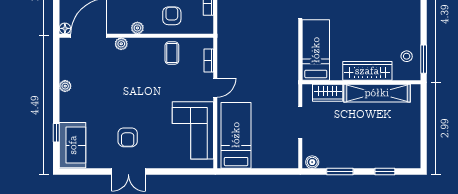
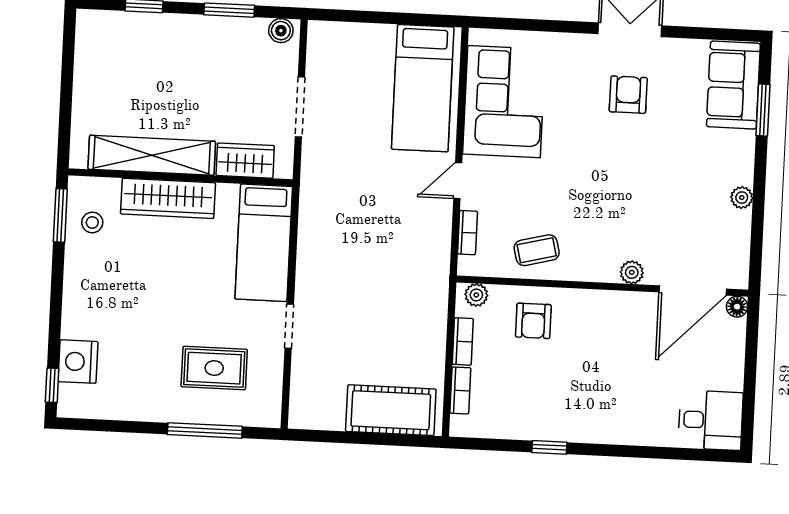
plant: (137, 28) -> (476, 295), moved
coffee table: (172, 53) -> (537, 250), turned 76
window: (56, 133) -> (763, 110), width x1.50

